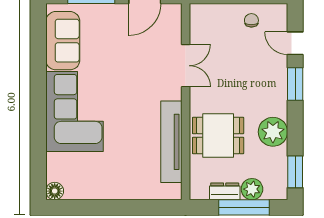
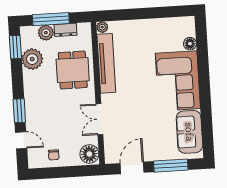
floor lamp: (202, 19) -> (89, 154), added
plant: (273, 132) -> (32, 59), moved
dining table: (218, 135) -> (73, 70), turned 90
floor lamp: (55, 191) -> (190, 44), moved
plant: (174, 192) -> (102, 27), added

